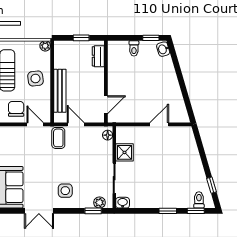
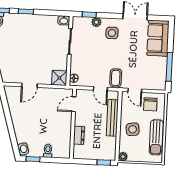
window: (81, 38) -> (104, 162), moved
dresser: (98, 56) -> (79, 135), moved
shower: (125, 152) -> (59, 78), moved
plant: (99, 203) -> (96, 22), moved

